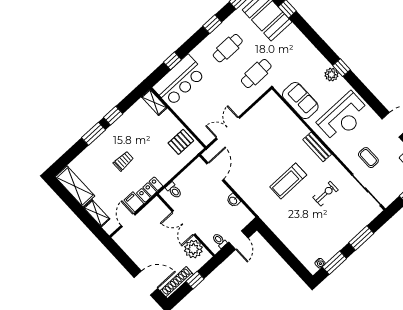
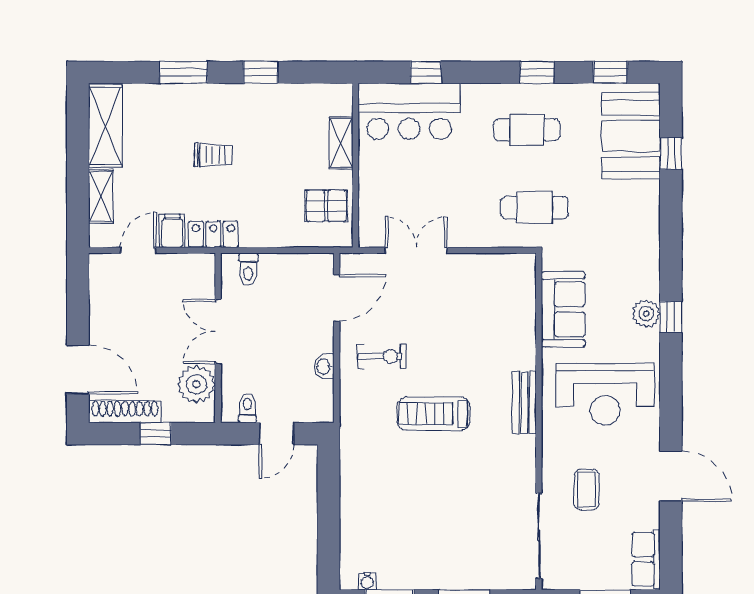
shelving: (154, 102) -> (341, 143), moved
window: (94, 134) -> (183, 72), moved
exercise bike: (325, 194) -> (382, 356), moved

